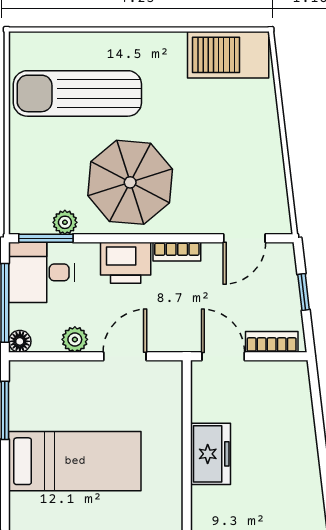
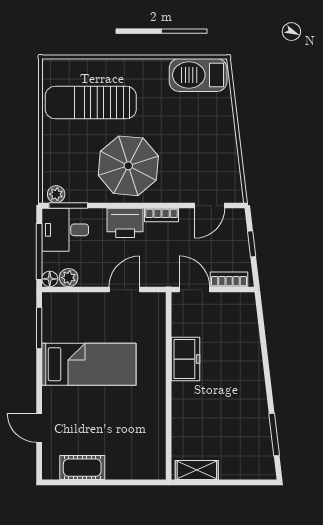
plant: (65, 222) -> (56, 194), moved
plant: (75, 339) -> (69, 278), moved

